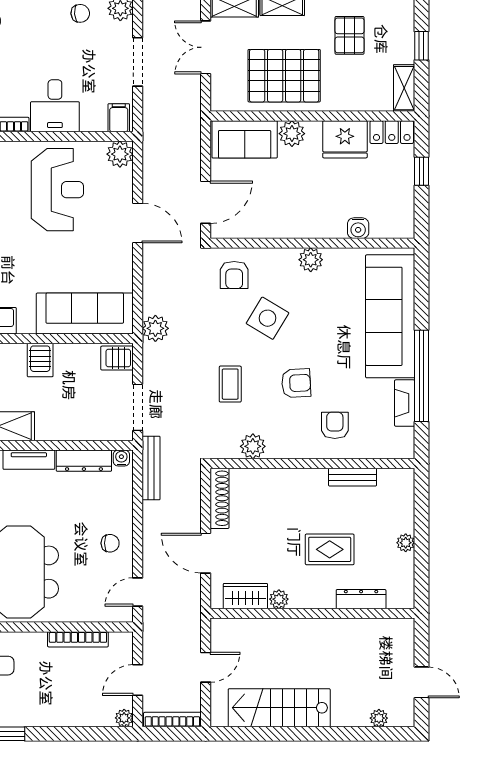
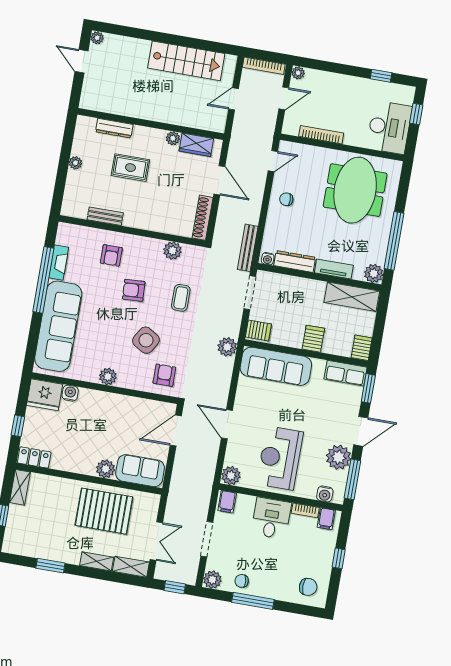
pallet: (350, 35) -> (52, 532), removed
fridge: (345, 139) -> (45, 395), moved, turned 180
plant: (379, 718) -> (97, 38), moved

